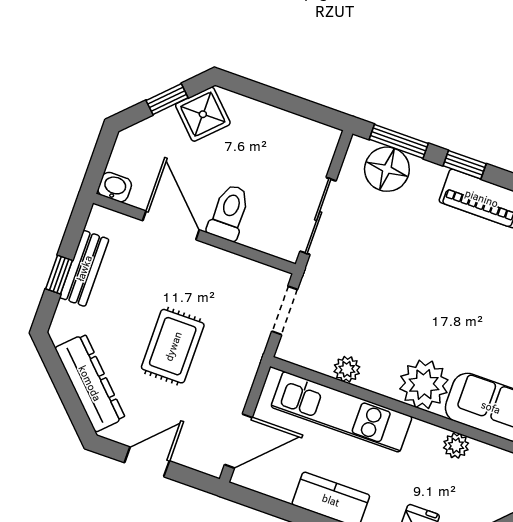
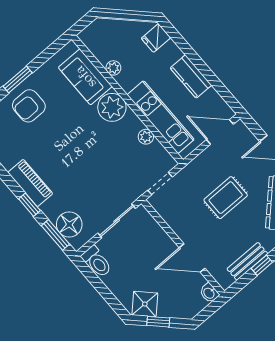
toilet: (229, 212) -> (97, 262), moved, turned -90
door: (171, 225) -> (192, 258), hinge flipped

